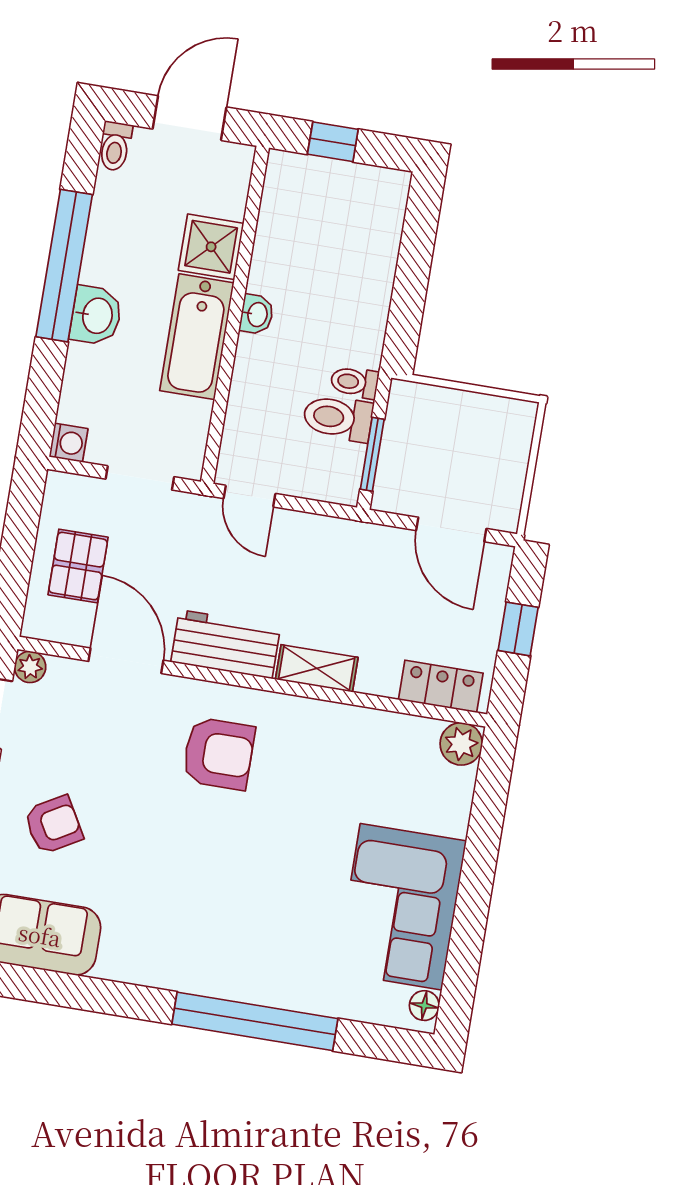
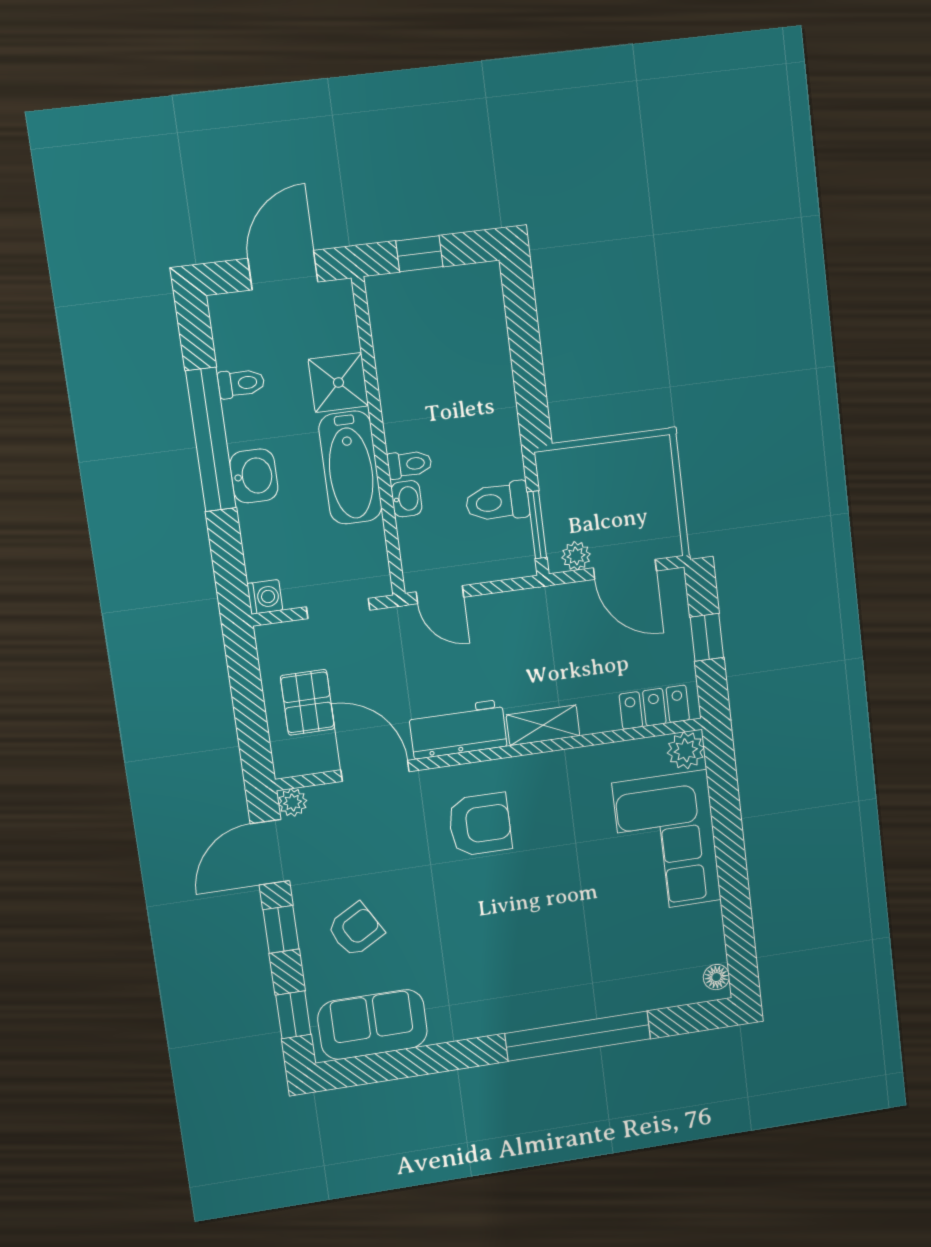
toilet: (115, 146) -> (241, 383), moved, turned -90
washbasin: (257, 314) -> (407, 499), moved
toilet: (355, 382) -> (410, 464), moved, turned 180
plant: (404, 499) -> (576, 556), added
corner sofa: (401, 907) -> (667, 842), moved

